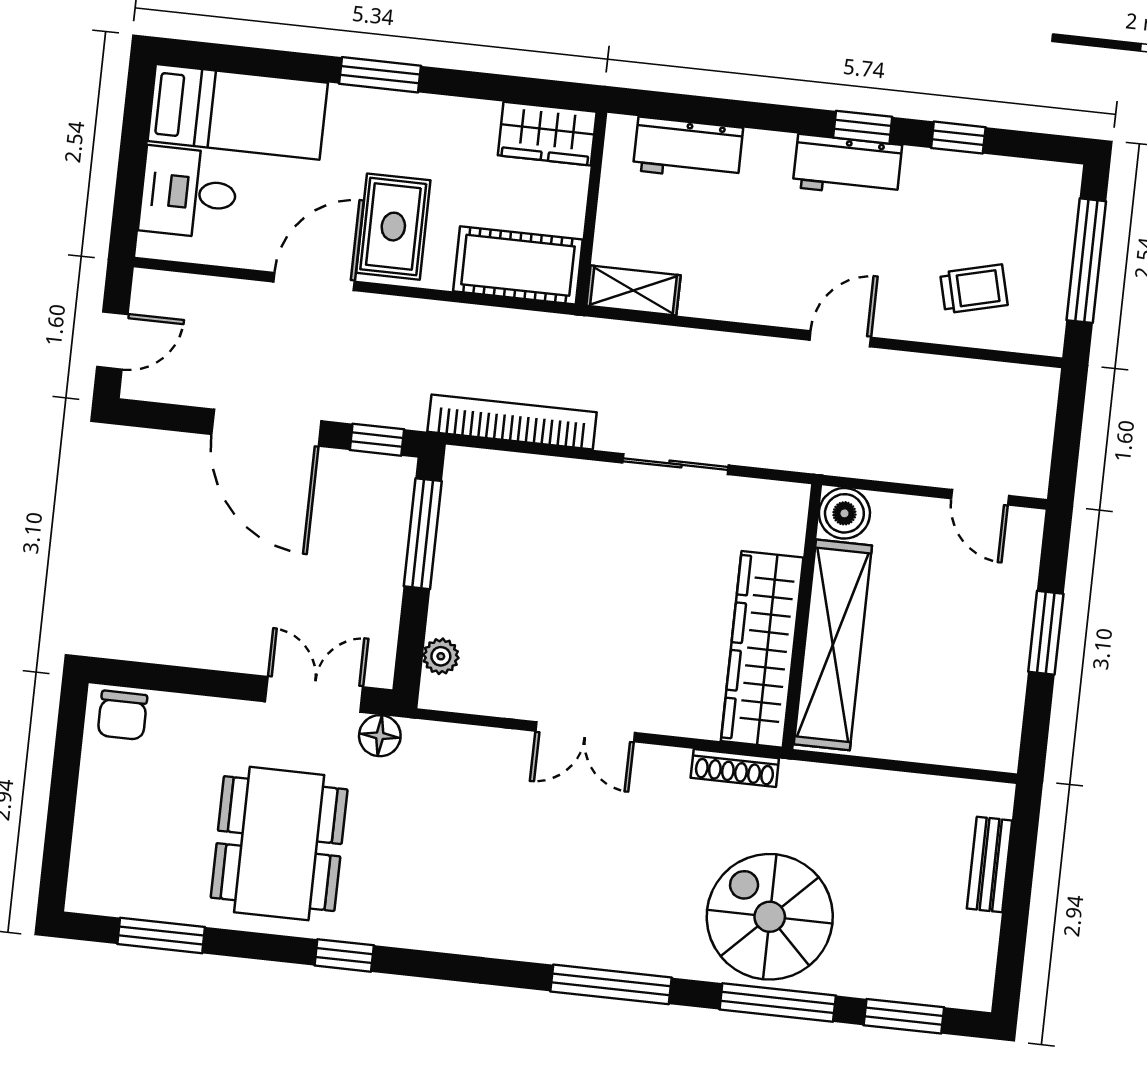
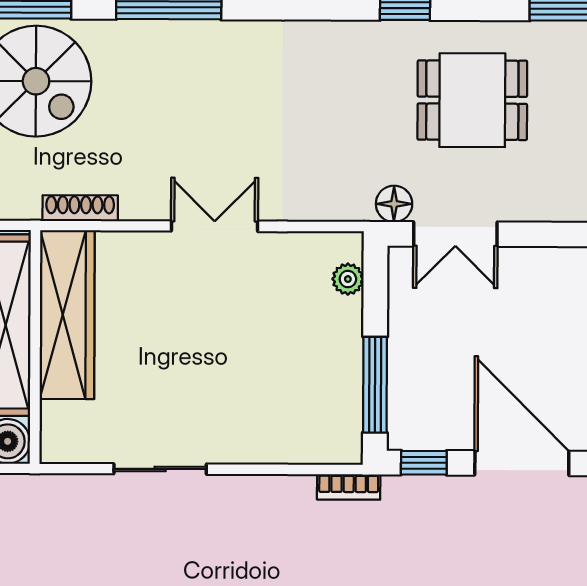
bookcase: (512, 422) -> (349, 487), width x0.43, depth x0.76
dining table: (279, 844) -> (472, 100), width x0.73

